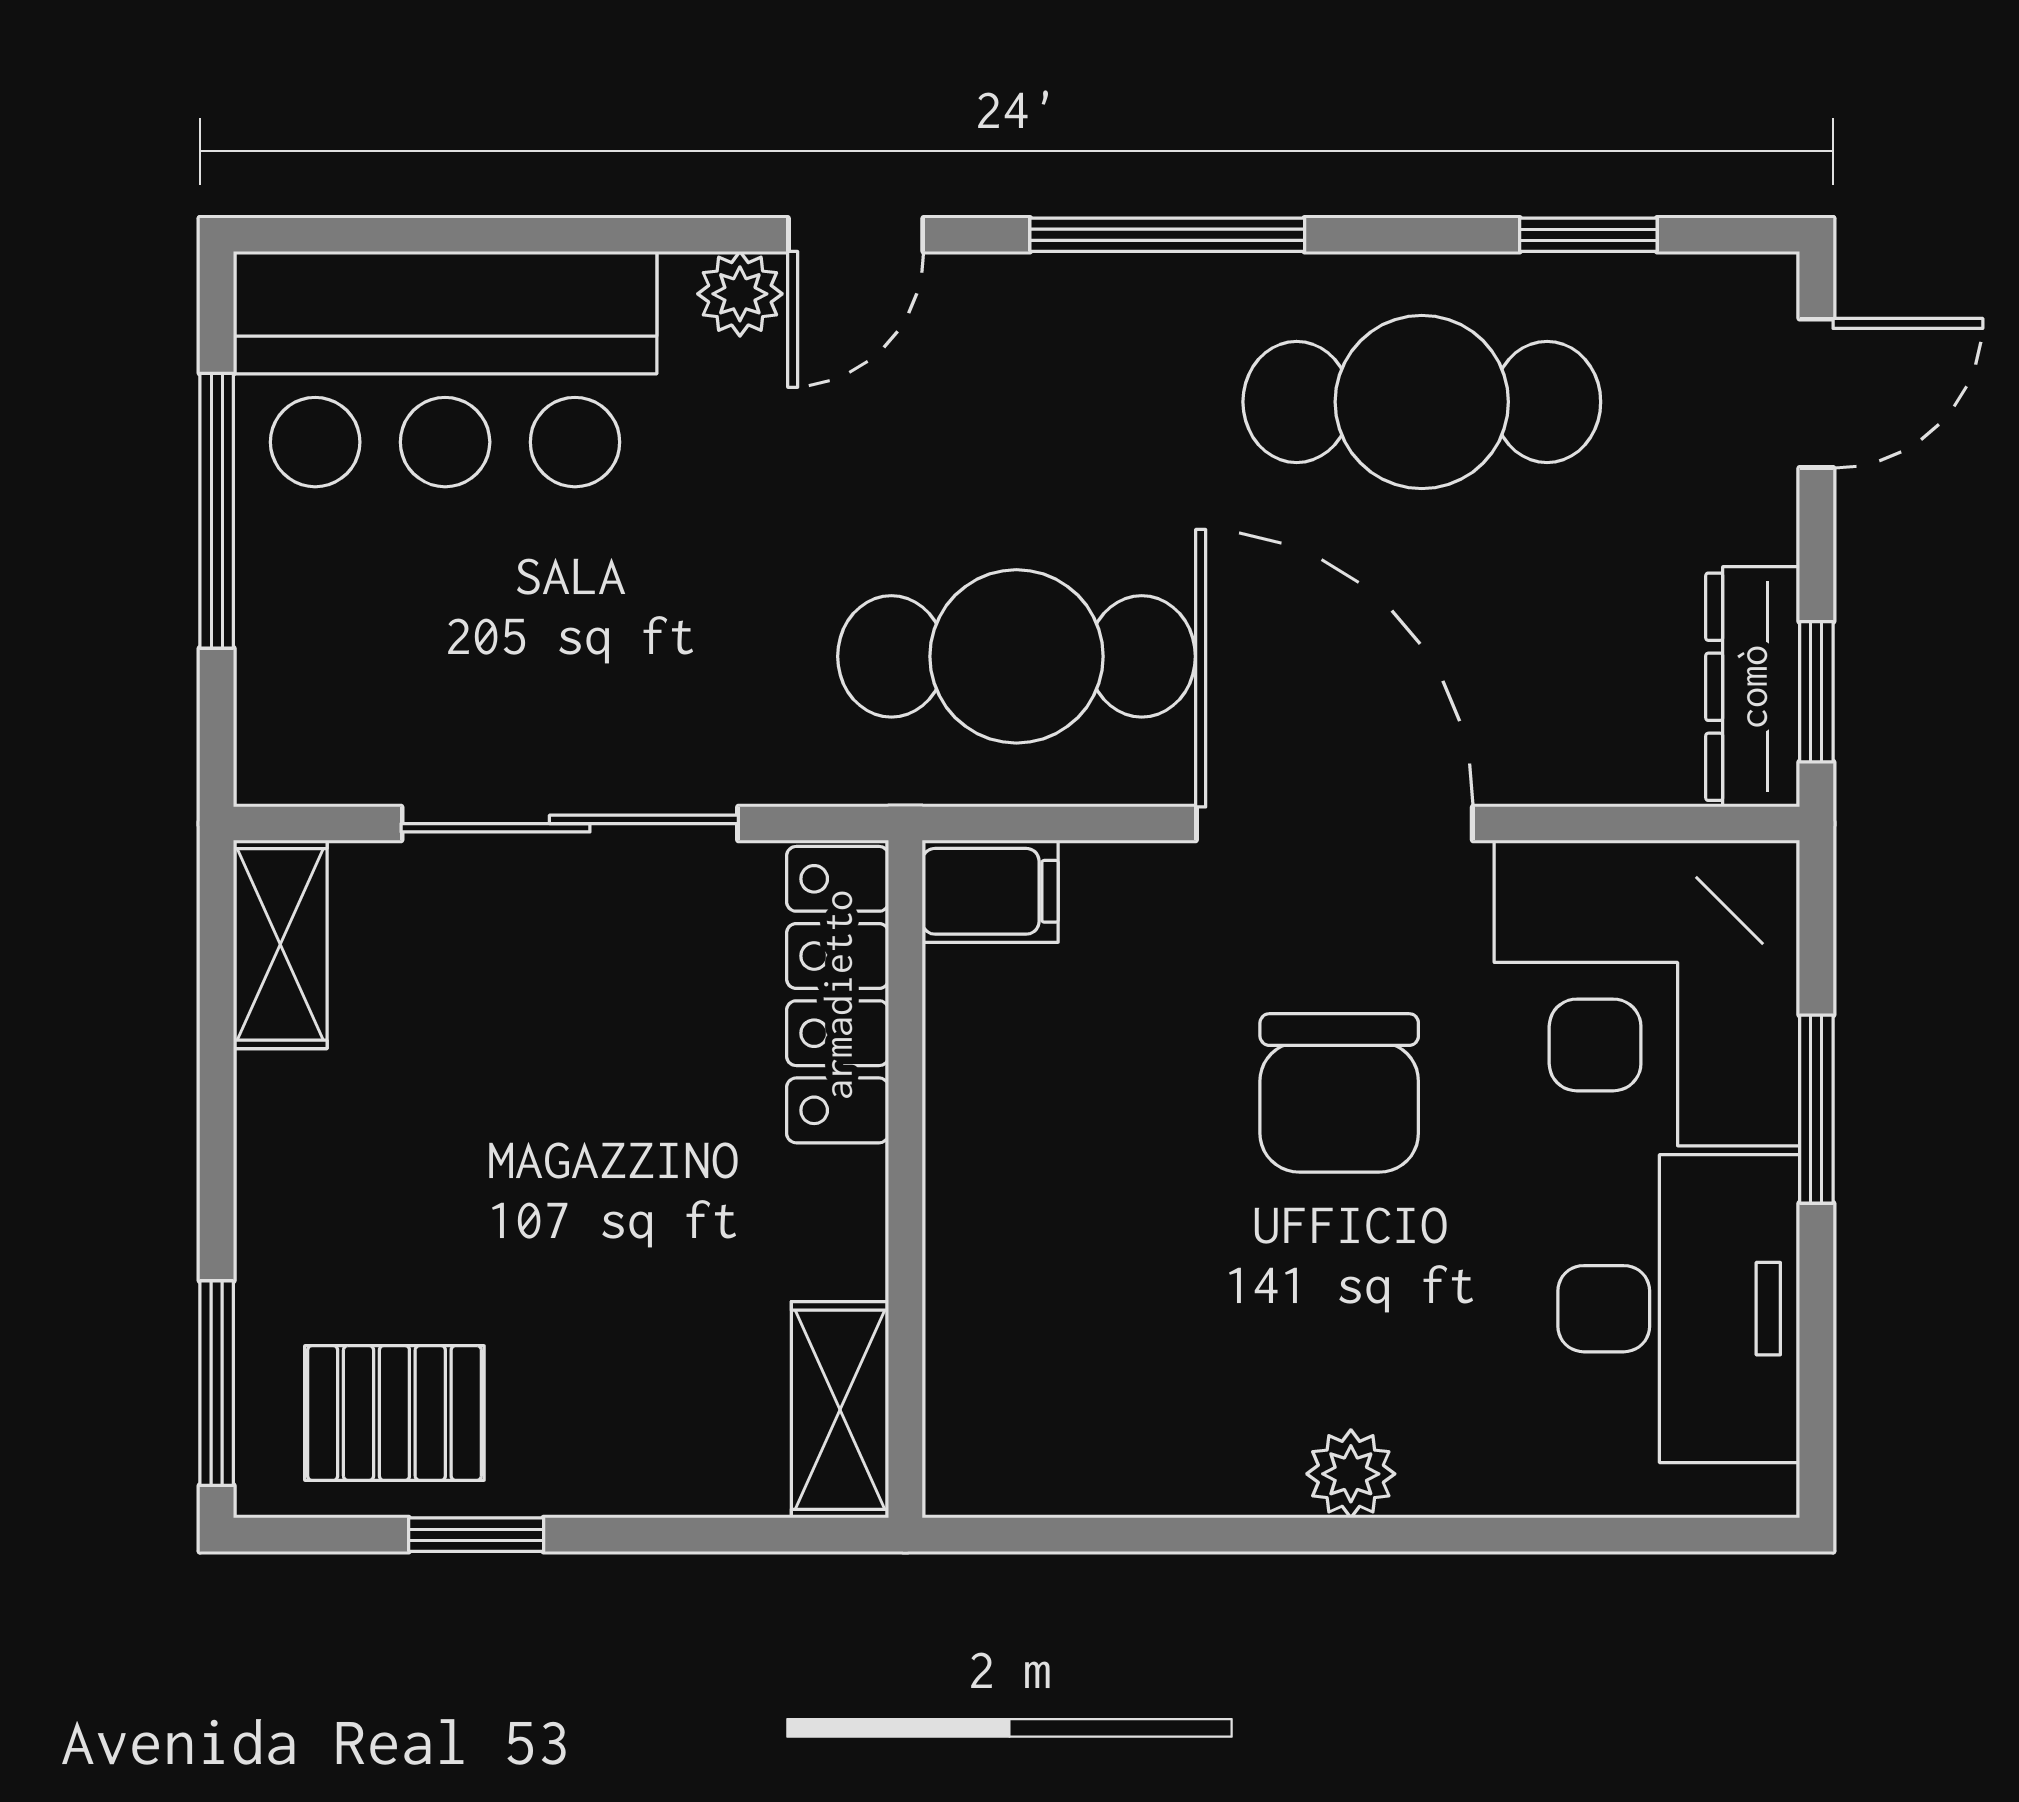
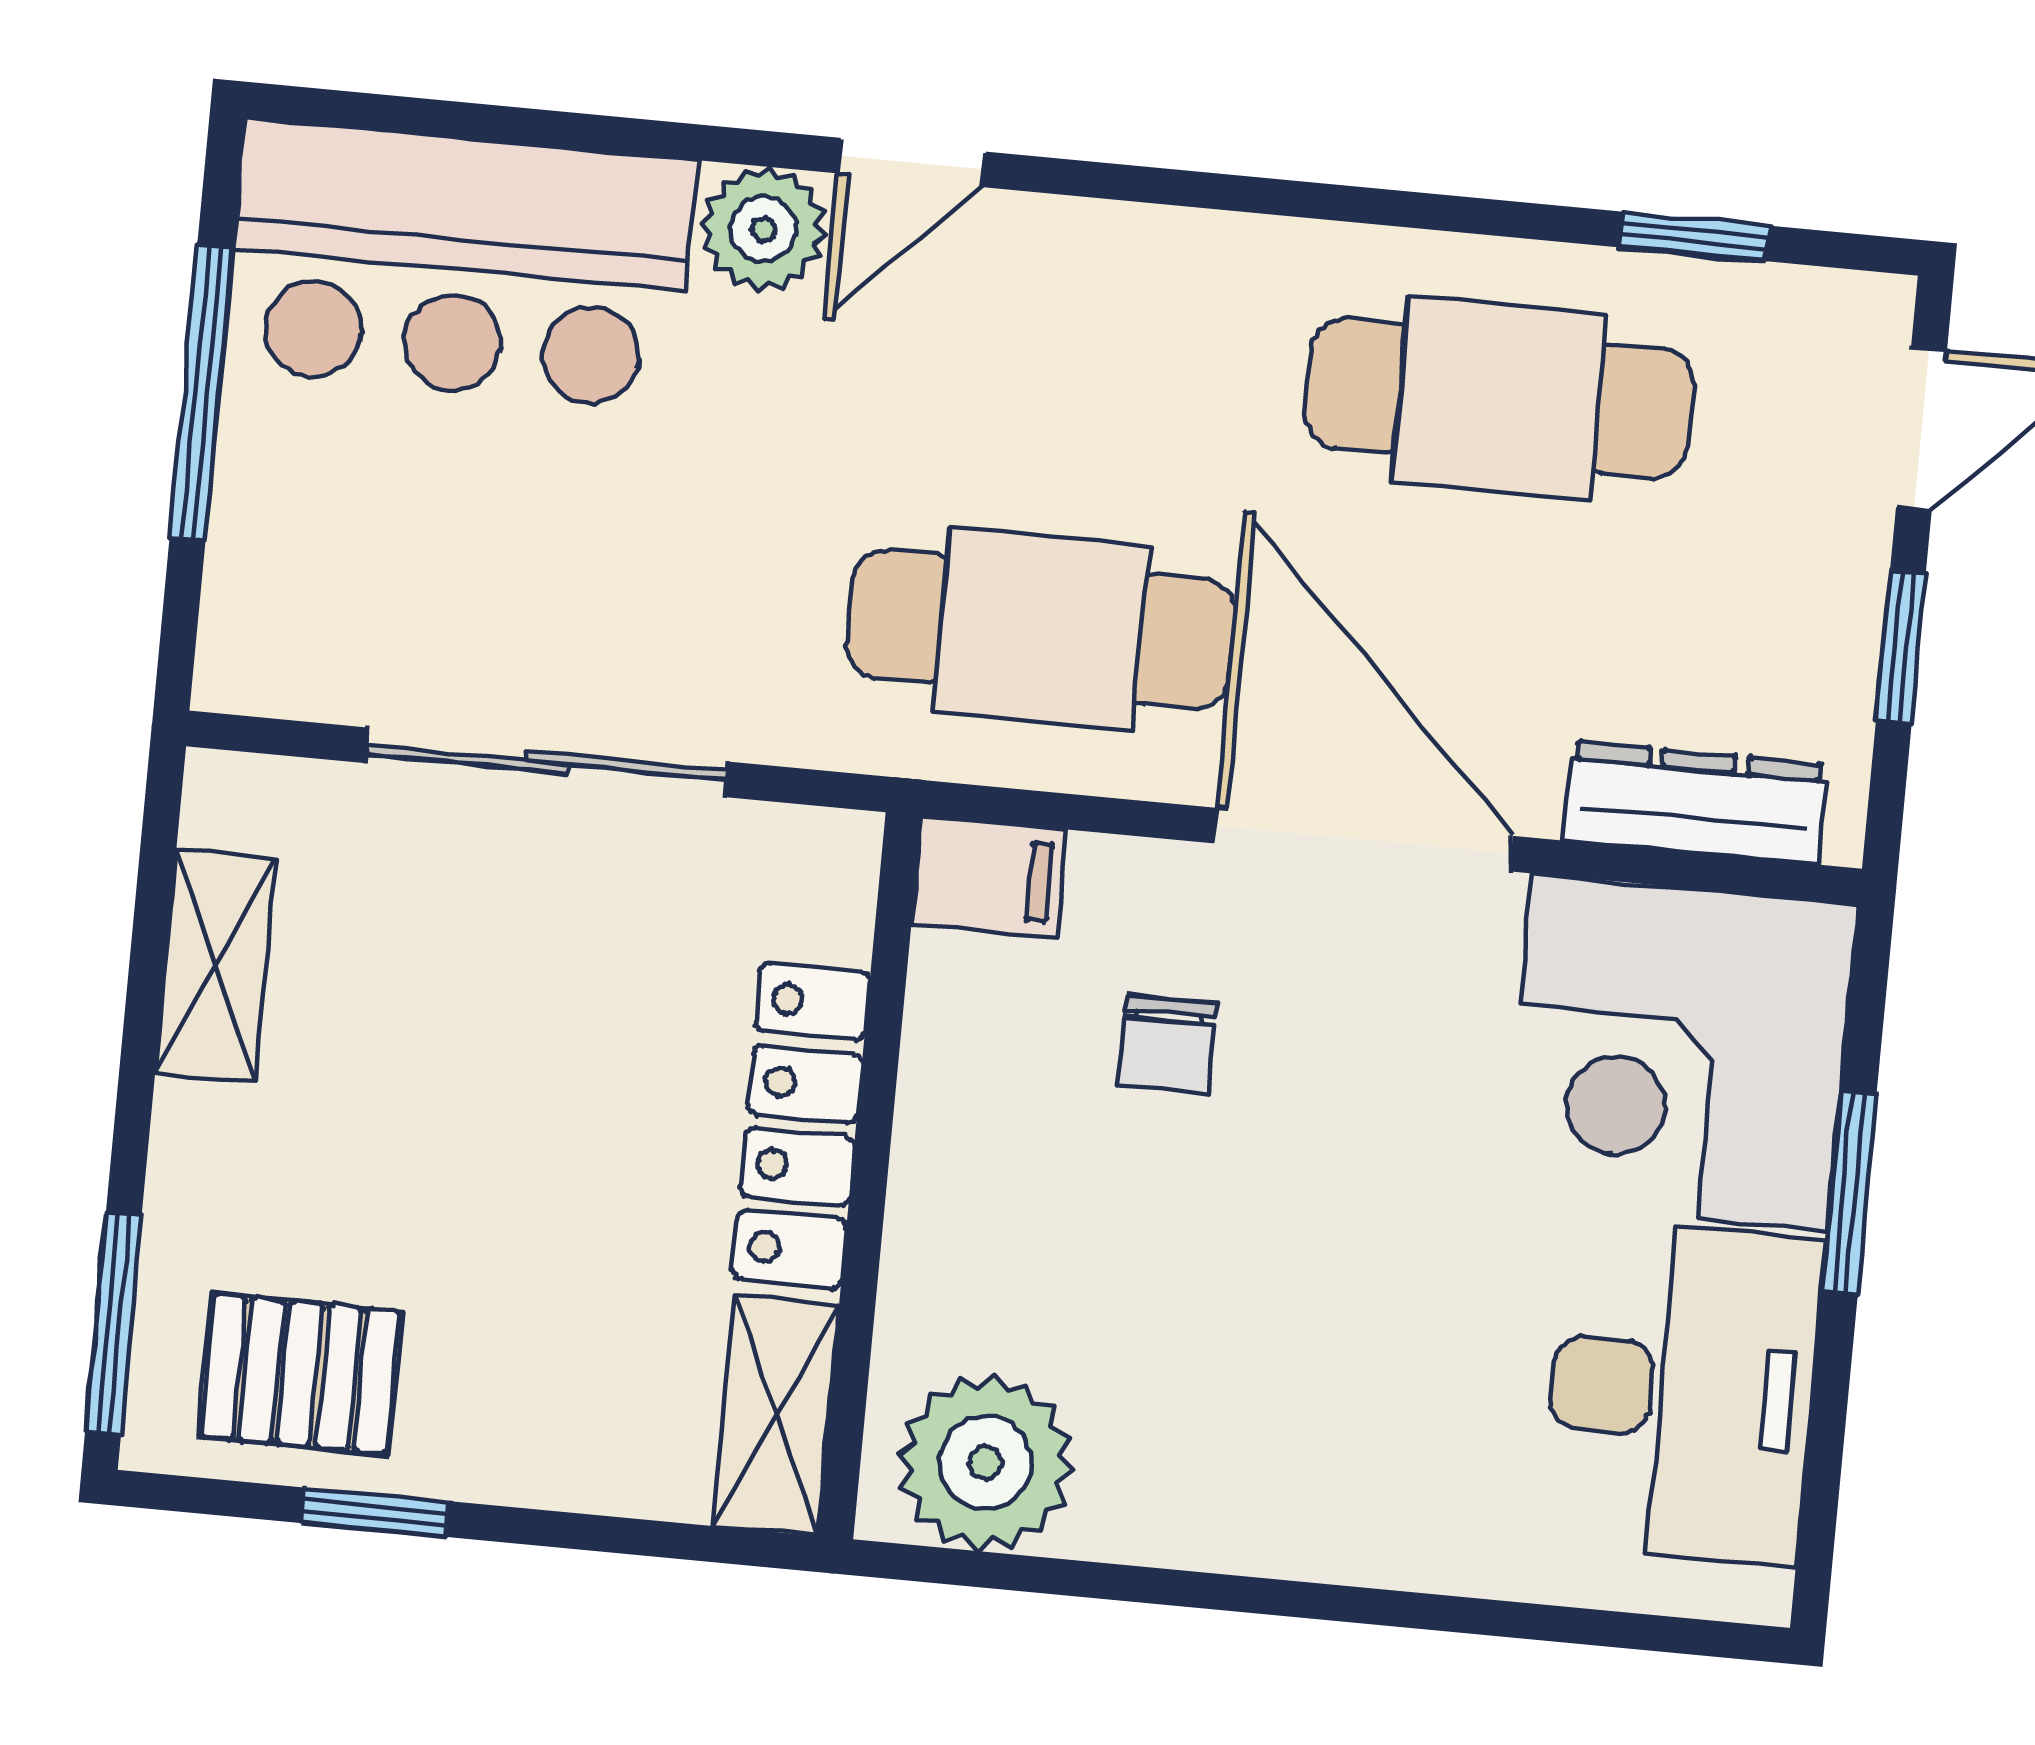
window: (1167, 235) -> (1244, 194), removed
plant: (740, 294) -> (763, 229), width x1.38, depth x1.38
dresser: (1753, 687) -> (1695, 802), moved, turned 90
window: (1816, 692) -> (1901, 647), moved
shelving: (280, 944) -> (216, 966), moved
locker: (838, 995) -> (801, 1125), moved
chair: (1339, 1093) -> (1167, 1044), moved, width x0.54, depth x0.54
plant: (1351, 1474) -> (986, 1463), moved, width x1.87, depth x1.87

